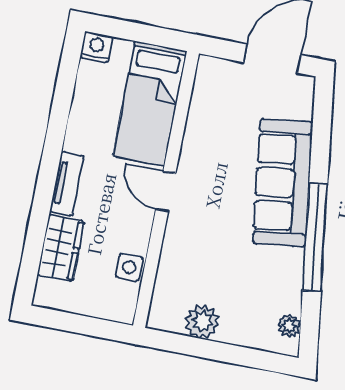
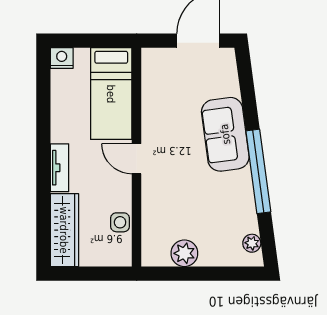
sofa: (283, 183) -> (225, 134), width x0.73
wardrobe: (61, 248) -> (64, 230), width x1.50

